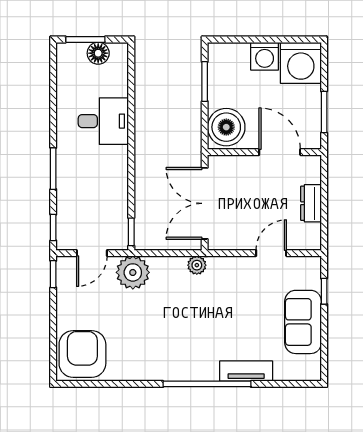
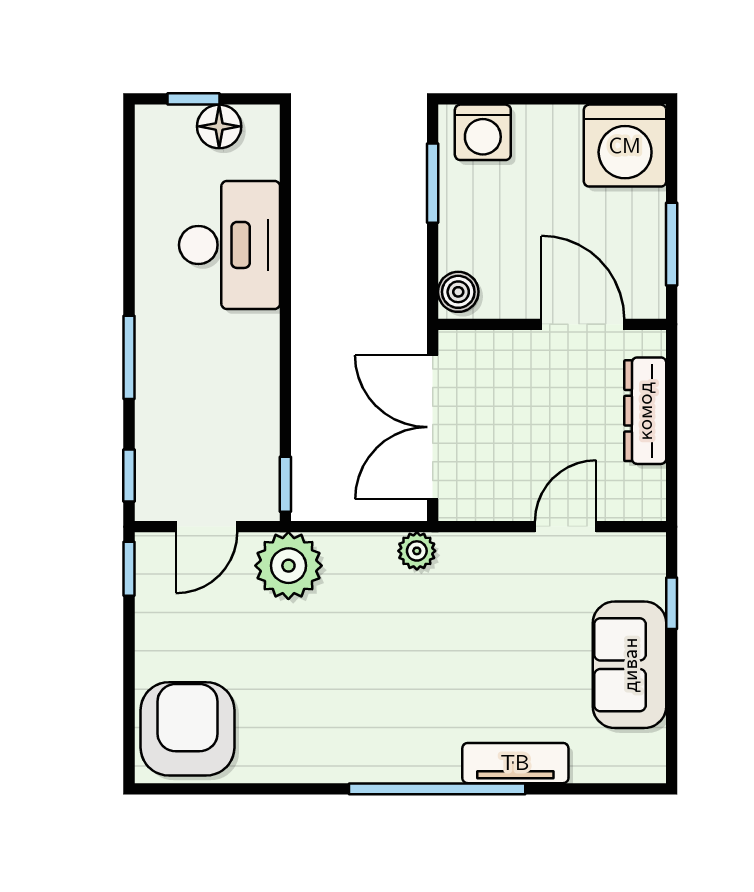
window: (85, 40) -> (194, 99), width x0.67
washing machine: (265, 56) -> (483, 132), moved
desk: (103, 121) -> (230, 245), width x1.37
boiler: (226, 127) -> (458, 292), width x0.54, depth x0.54
dresser: (311, 203) -> (645, 411), width x1.44

